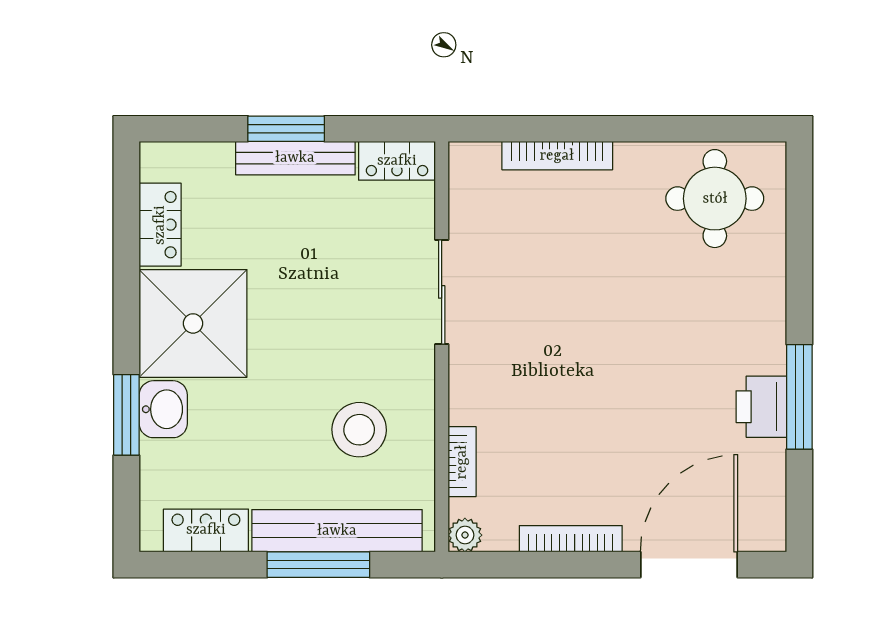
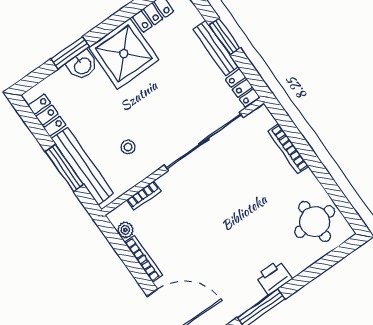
sliding door: (442, 292) -> (204, 141), width x1.86
printer: (761, 407) -> (274, 277), moved
stool: (359, 430) -> (128, 147), width x0.53, depth x0.53
plant: (465, 535) -> (125, 230), moved

